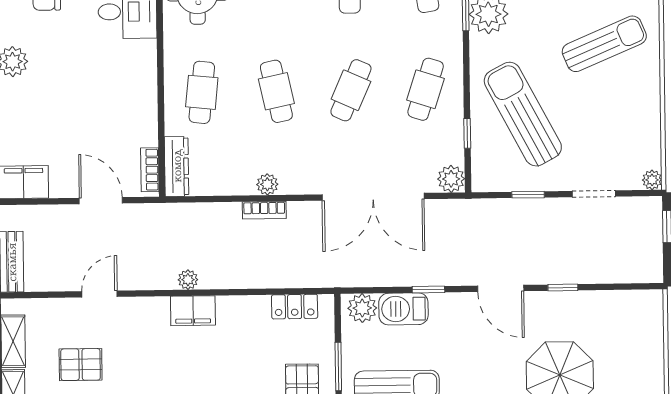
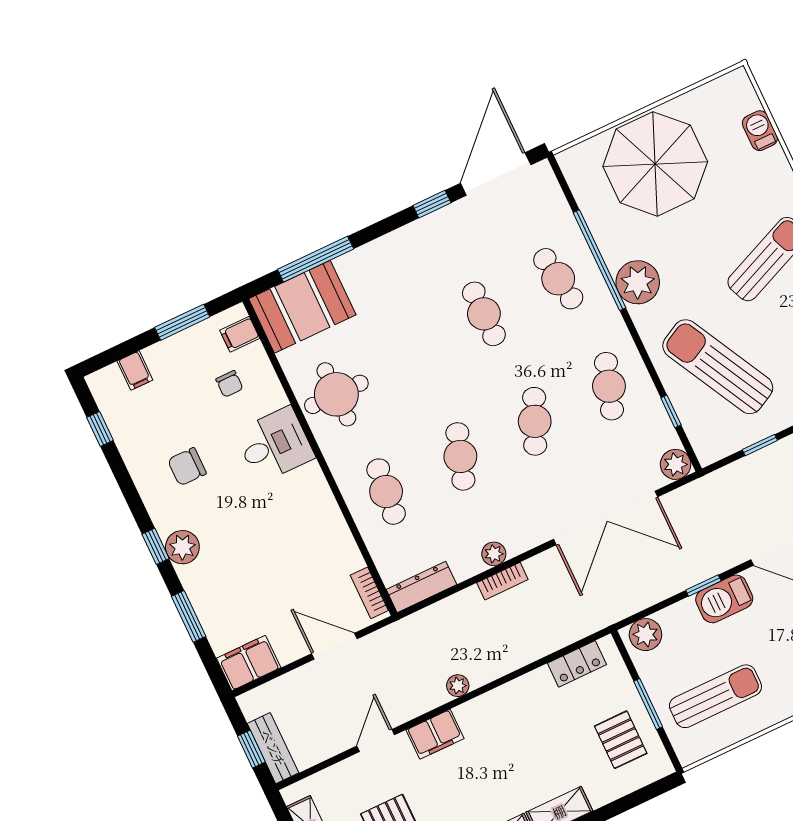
cafe table: (276, 91) -> (460, 456), turned 30
dresser: (177, 166) -> (421, 587), moved, turned -90
barbecue: (403, 309) -> (724, 599), moved
filing cabinet: (193, 311) -> (435, 734), moved

